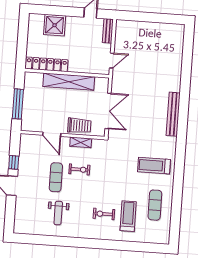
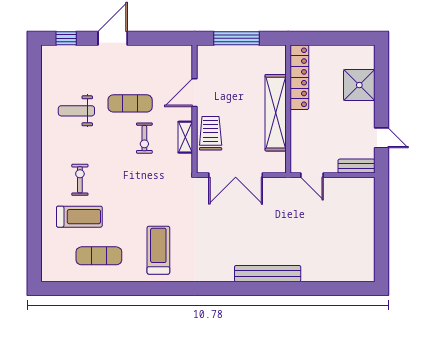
bench: (173, 114) -> (268, 274), moved
trolley: (79, 126) -> (211, 133), turned 180
window: (14, 162) -> (66, 38), moved

